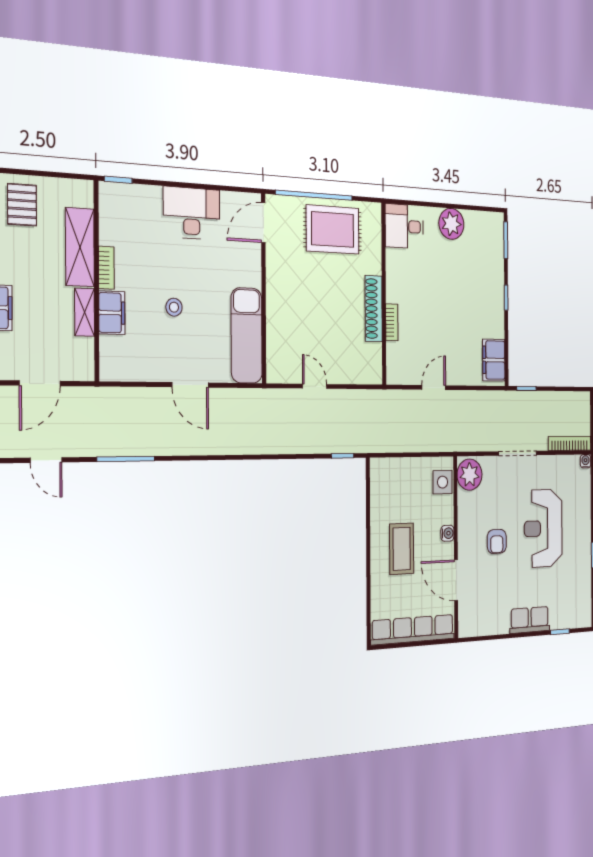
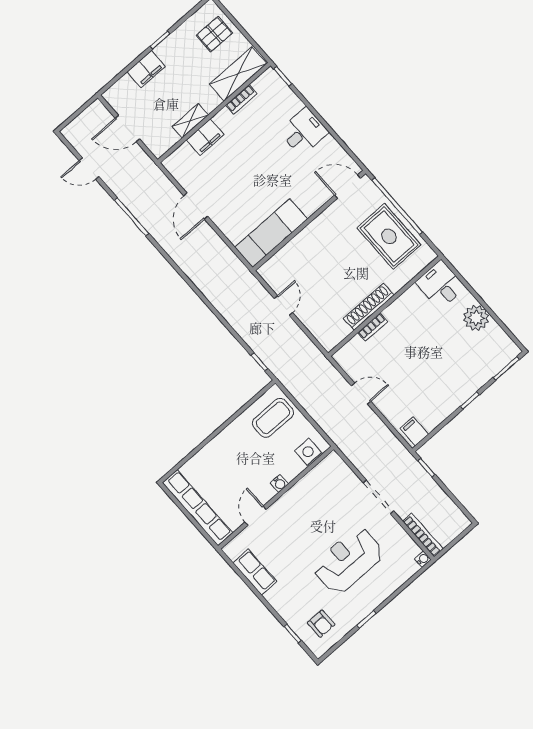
desk: (192, 213) -> (304, 132), width x0.73
shelving: (80, 247) -> (238, 74), moved
bookcase: (106, 268) -> (241, 100), moved
stool: (174, 307) -> (244, 172), removed
filing cabinet: (494, 360) -> (414, 431), width x0.50
door: (190, 385) -> (196, 206), moved
door: (46, 460) -> (89, 169), hinge flipped
plant: (470, 475) -> (331, 469), removed
armchair: (497, 541) -> (321, 624), moved, turned -90
coffee table: (402, 549) -> (273, 418), moved
door: (456, 580) -> (256, 516), width x0.73
row of seats: (530, 620) -> (255, 572), moved

